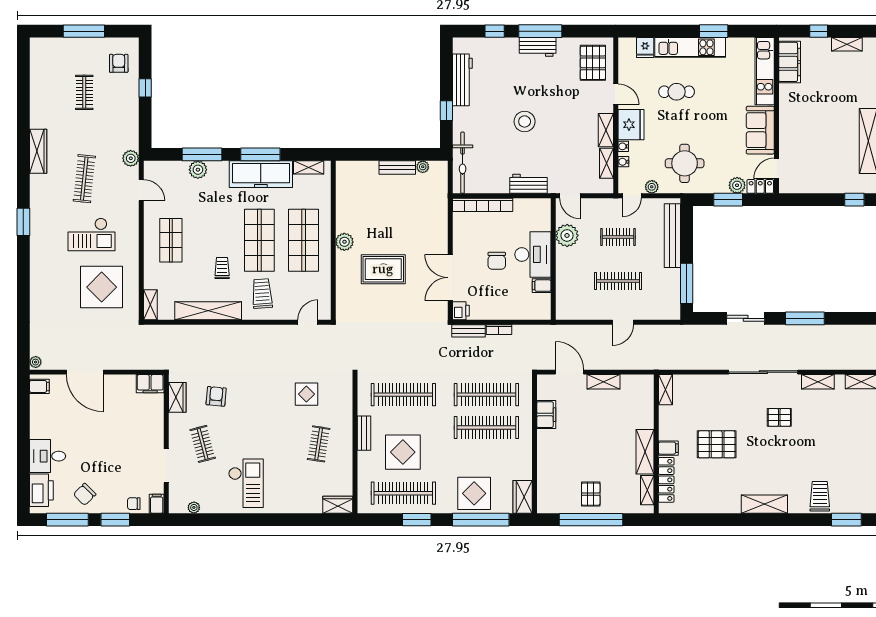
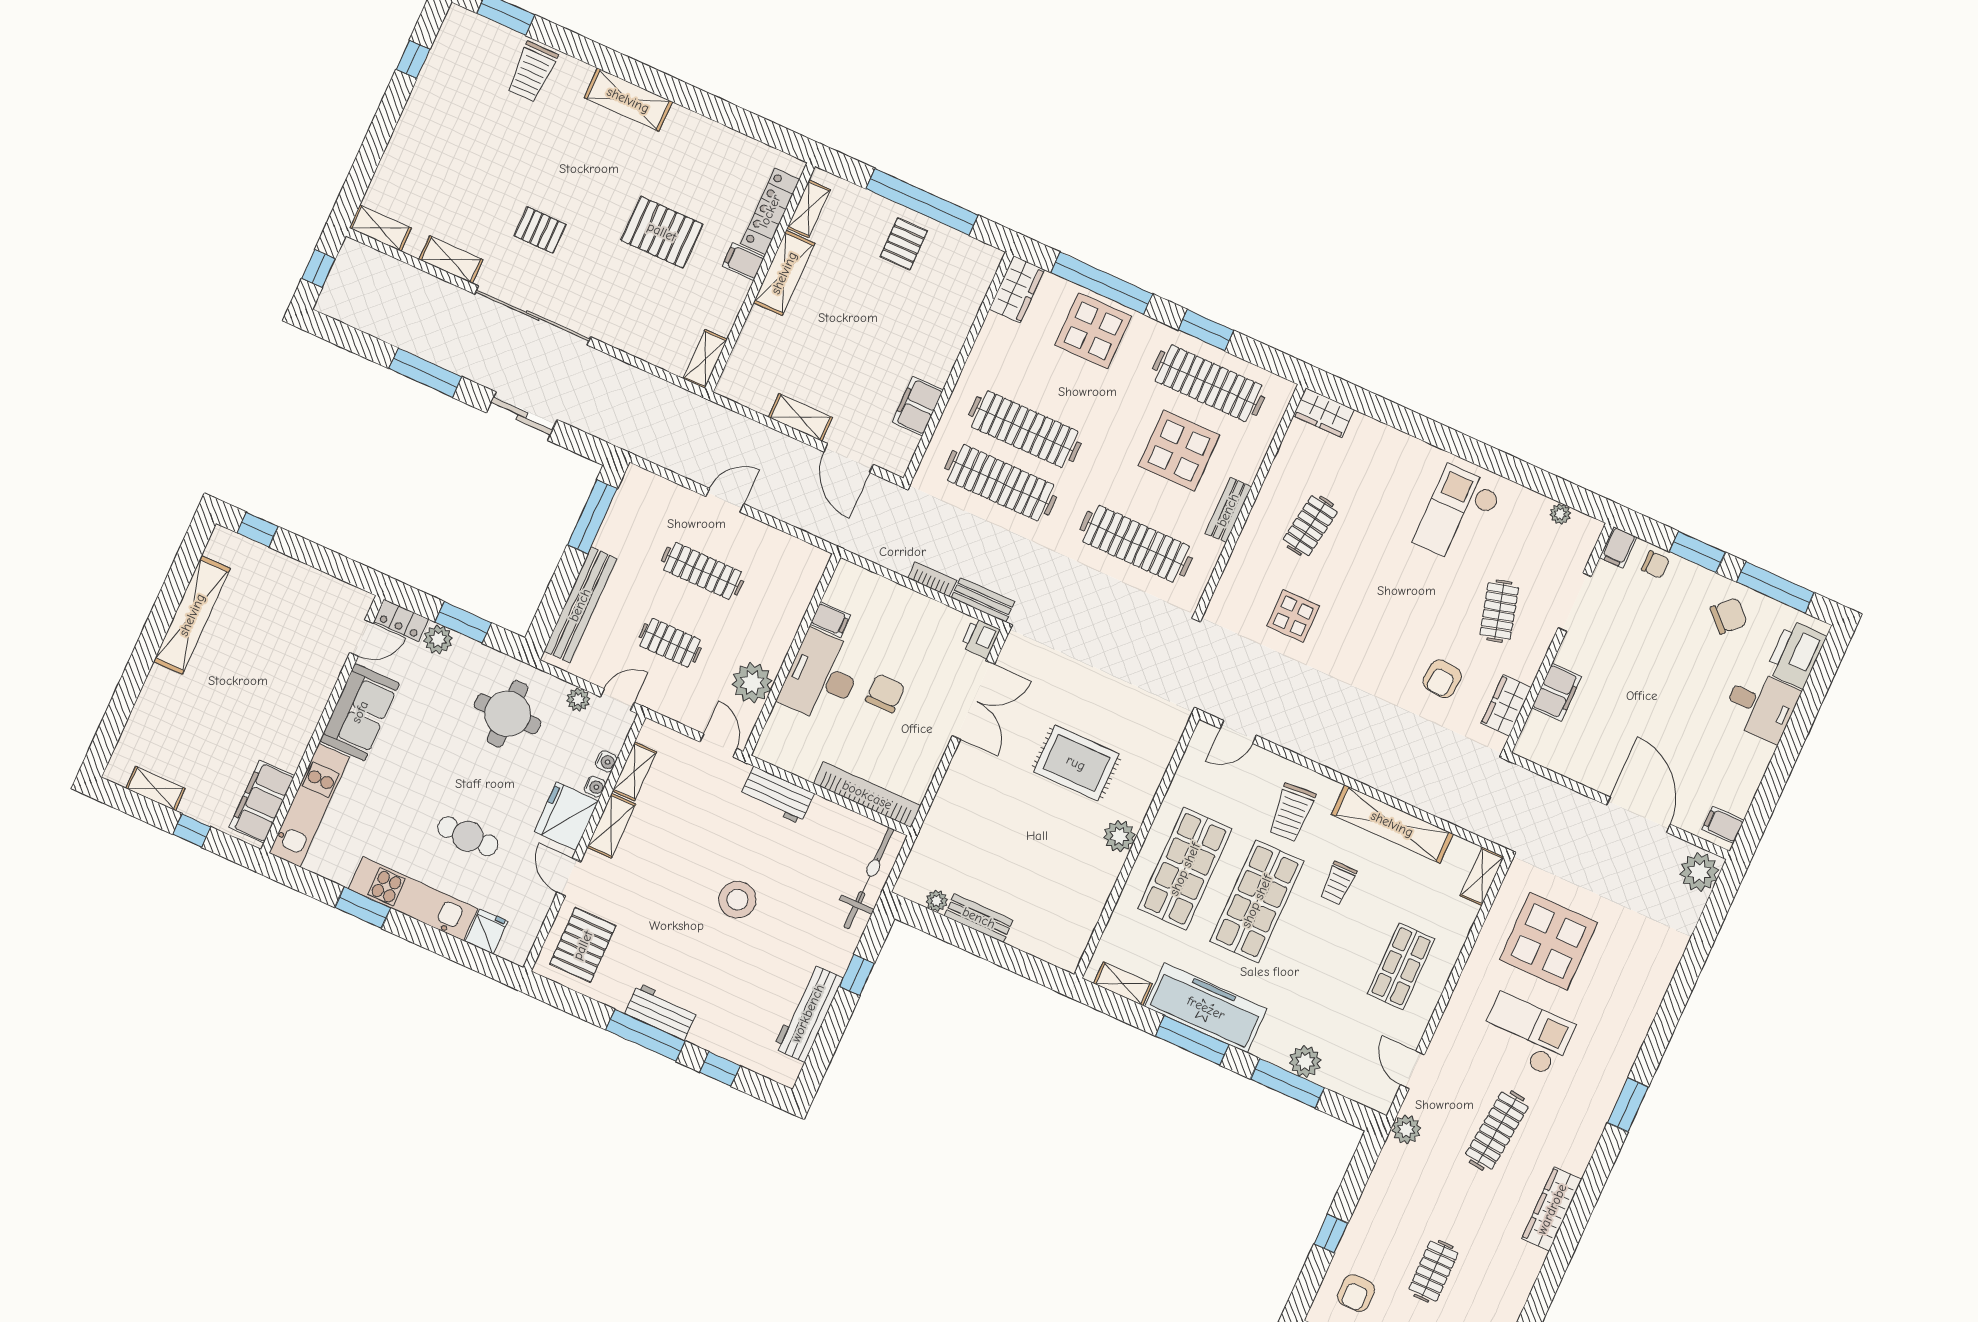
plant: (36, 362) -> (1699, 872), width x1.87, depth x1.87
filing cabinet: (150, 384) -> (1557, 692), moved, turned 90

